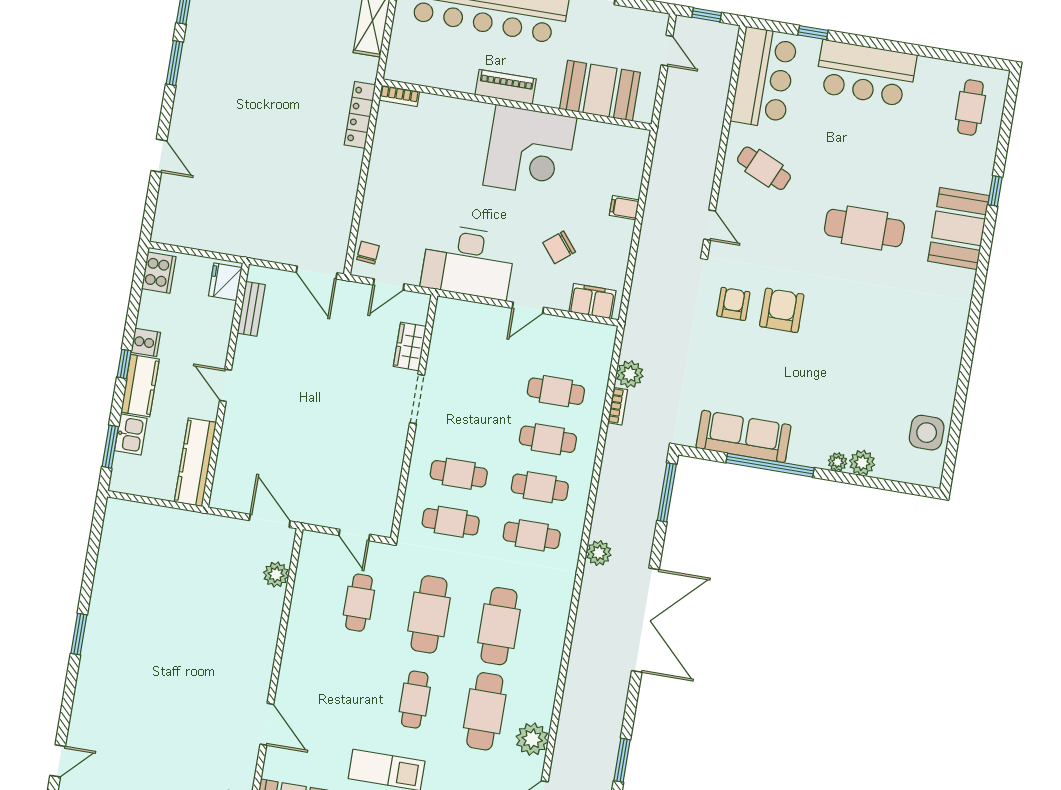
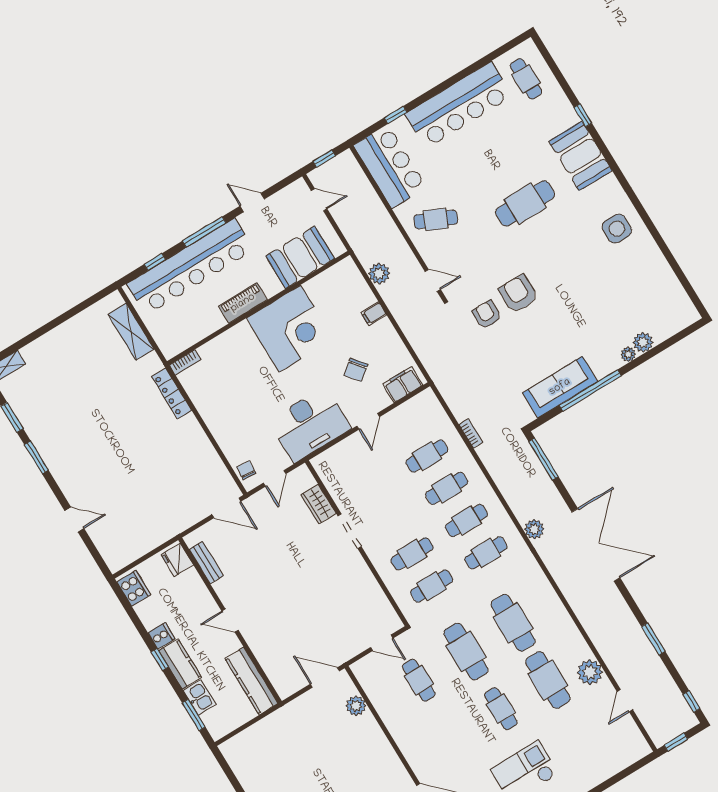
bar counter: (866, 73) -> (459, 105), width x1.36
plant: (630, 374) -> (379, 274), moved
side table: (927, 433) -> (617, 229), moved

